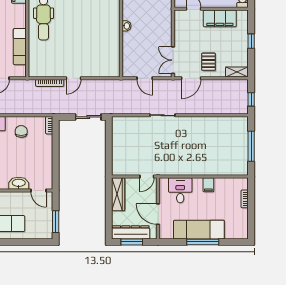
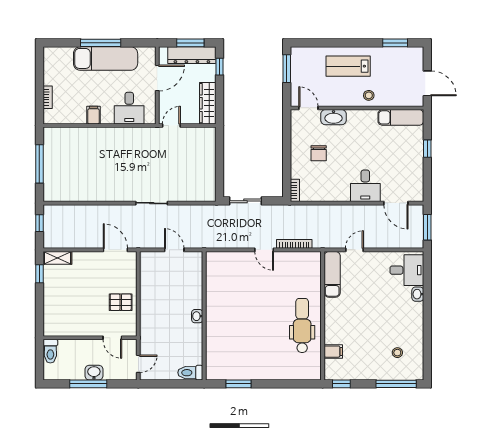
filing cabinet: (220, 18) -> (79, 326), removed
window: (251, 41) -> (39, 274), moved
exam couch: (20, 47) -> (332, 274), moved
double door: (173, 60) -> (138, 273), removed
pallet: (209, 62) -> (121, 302), moved, turned 90
door: (74, 78) -> (264, 250), swing flipped
door: (191, 78) -> (115, 250), hinge flipped
chair: (21, 131) -> (319, 153), moved
door: (158, 214) -> (157, 78), hinge flipped
window: (109, 223) -> (219, 67), added

